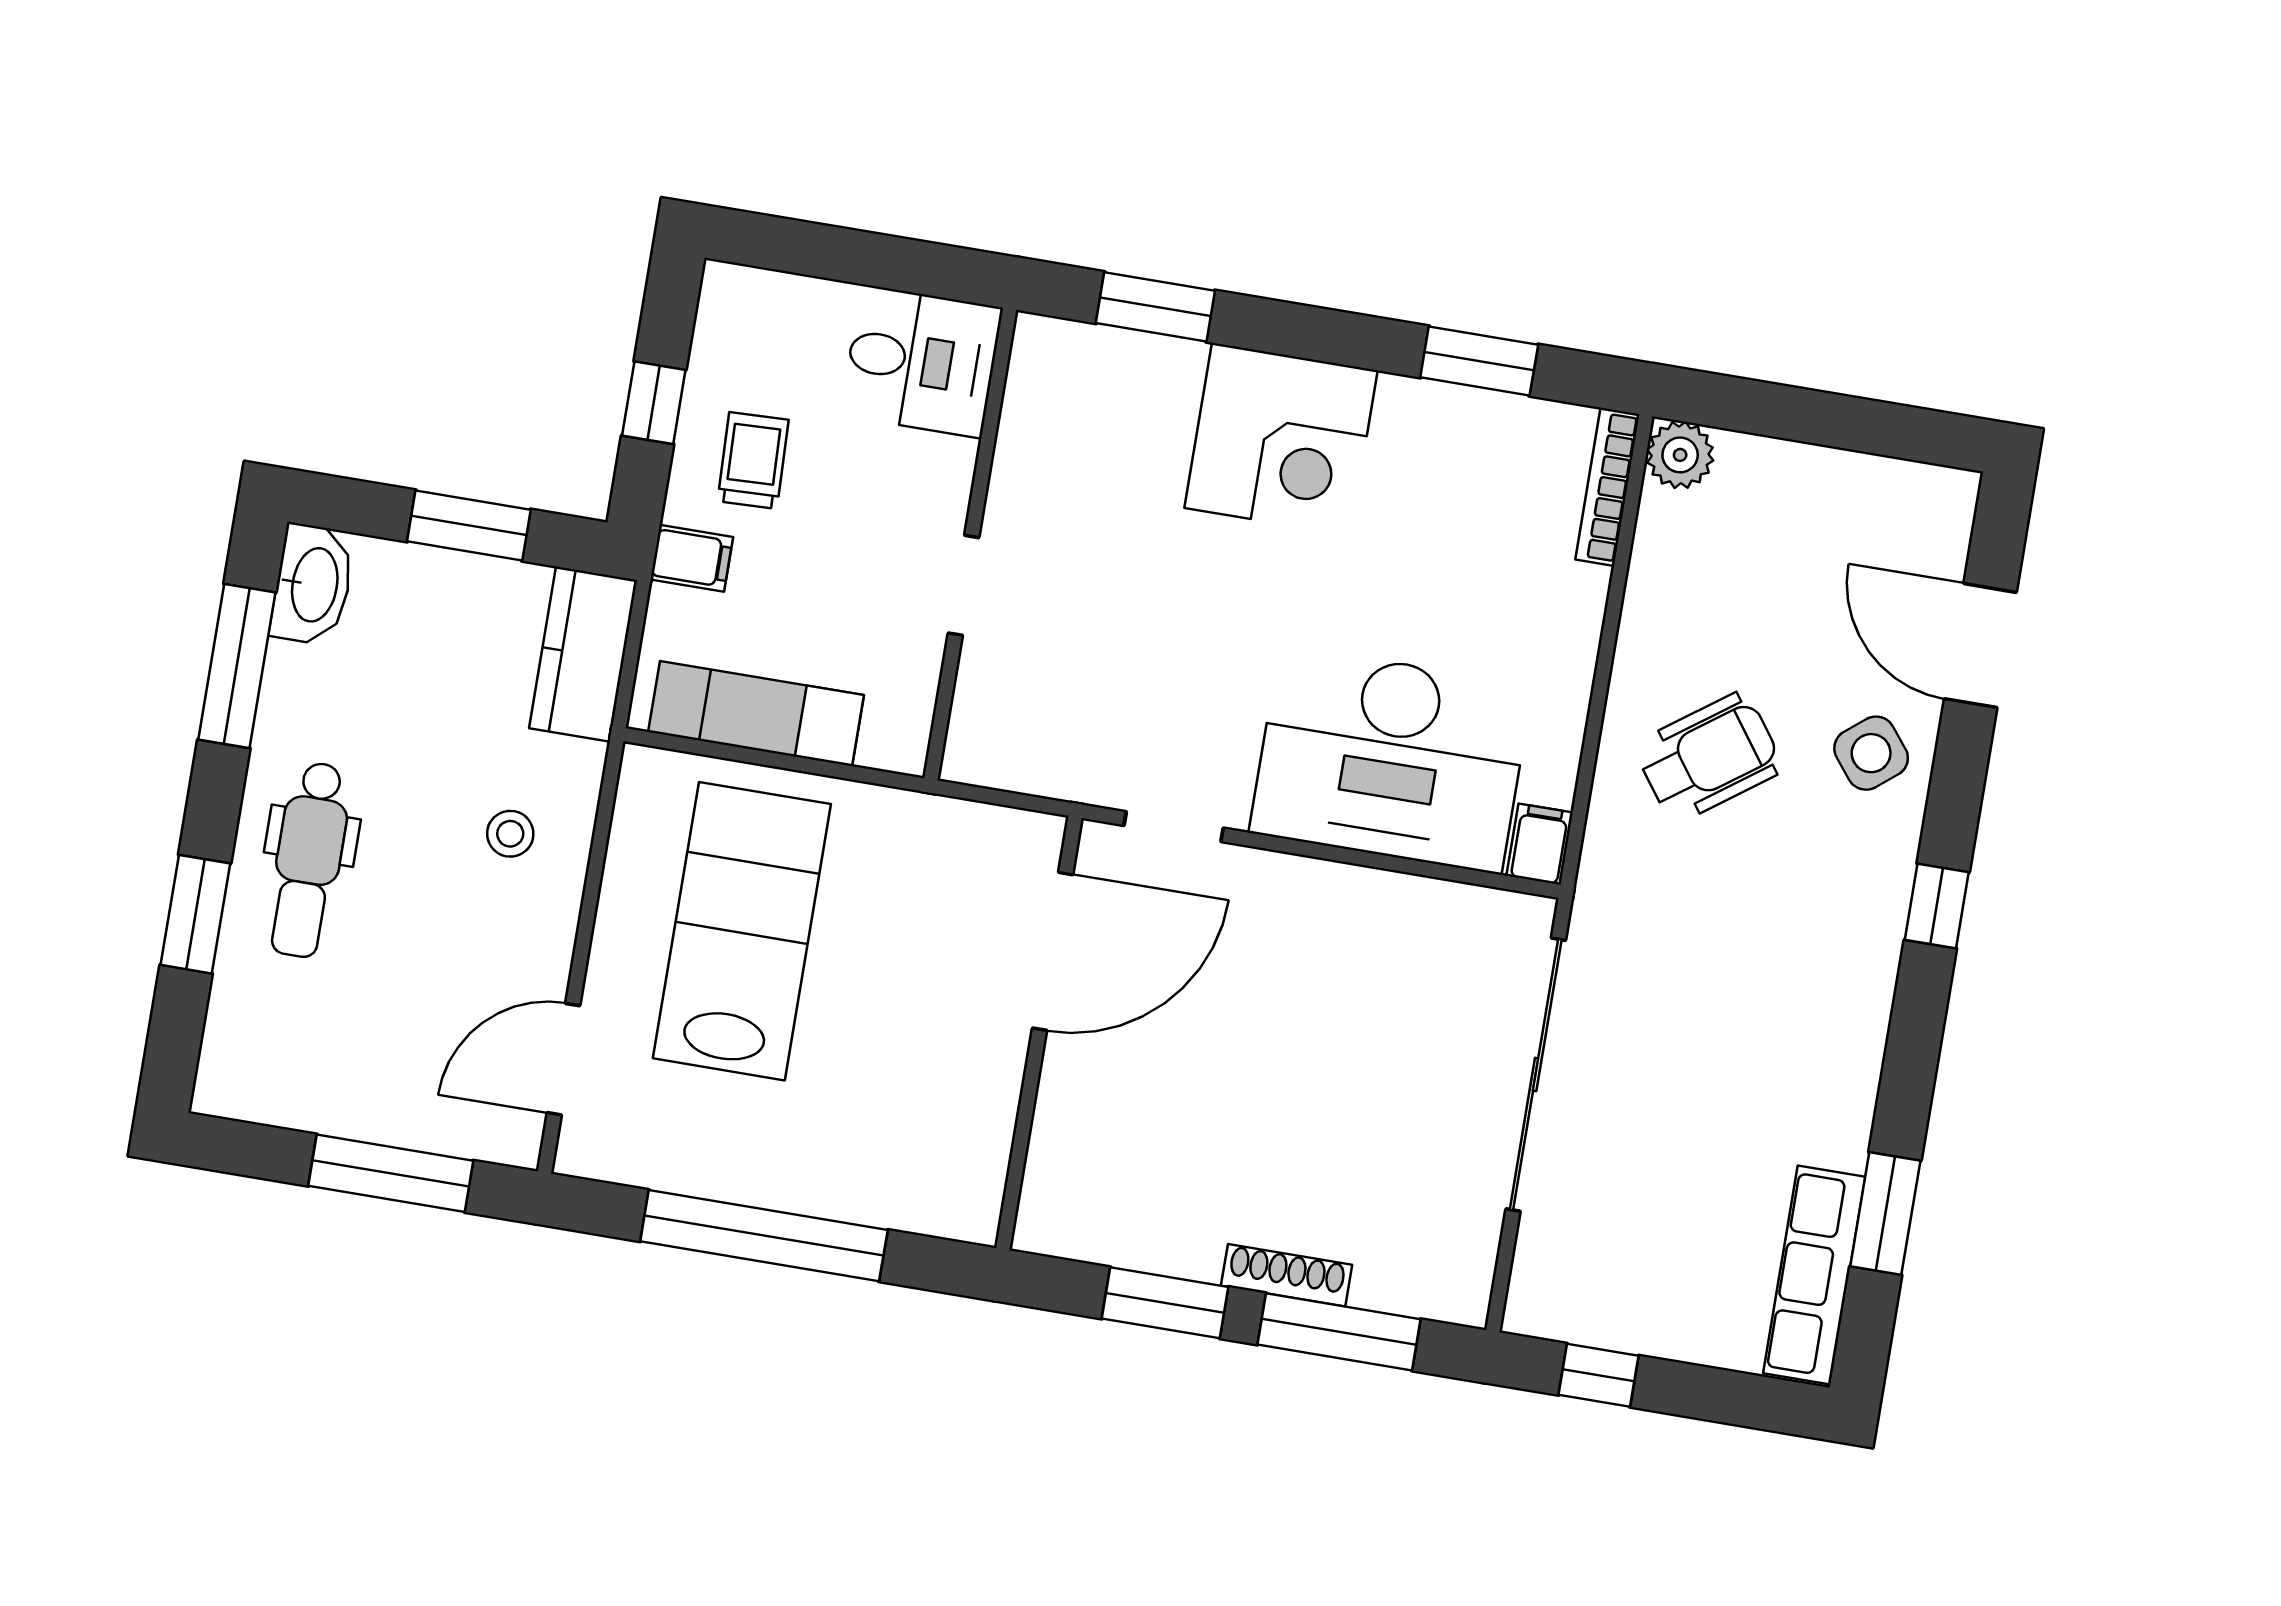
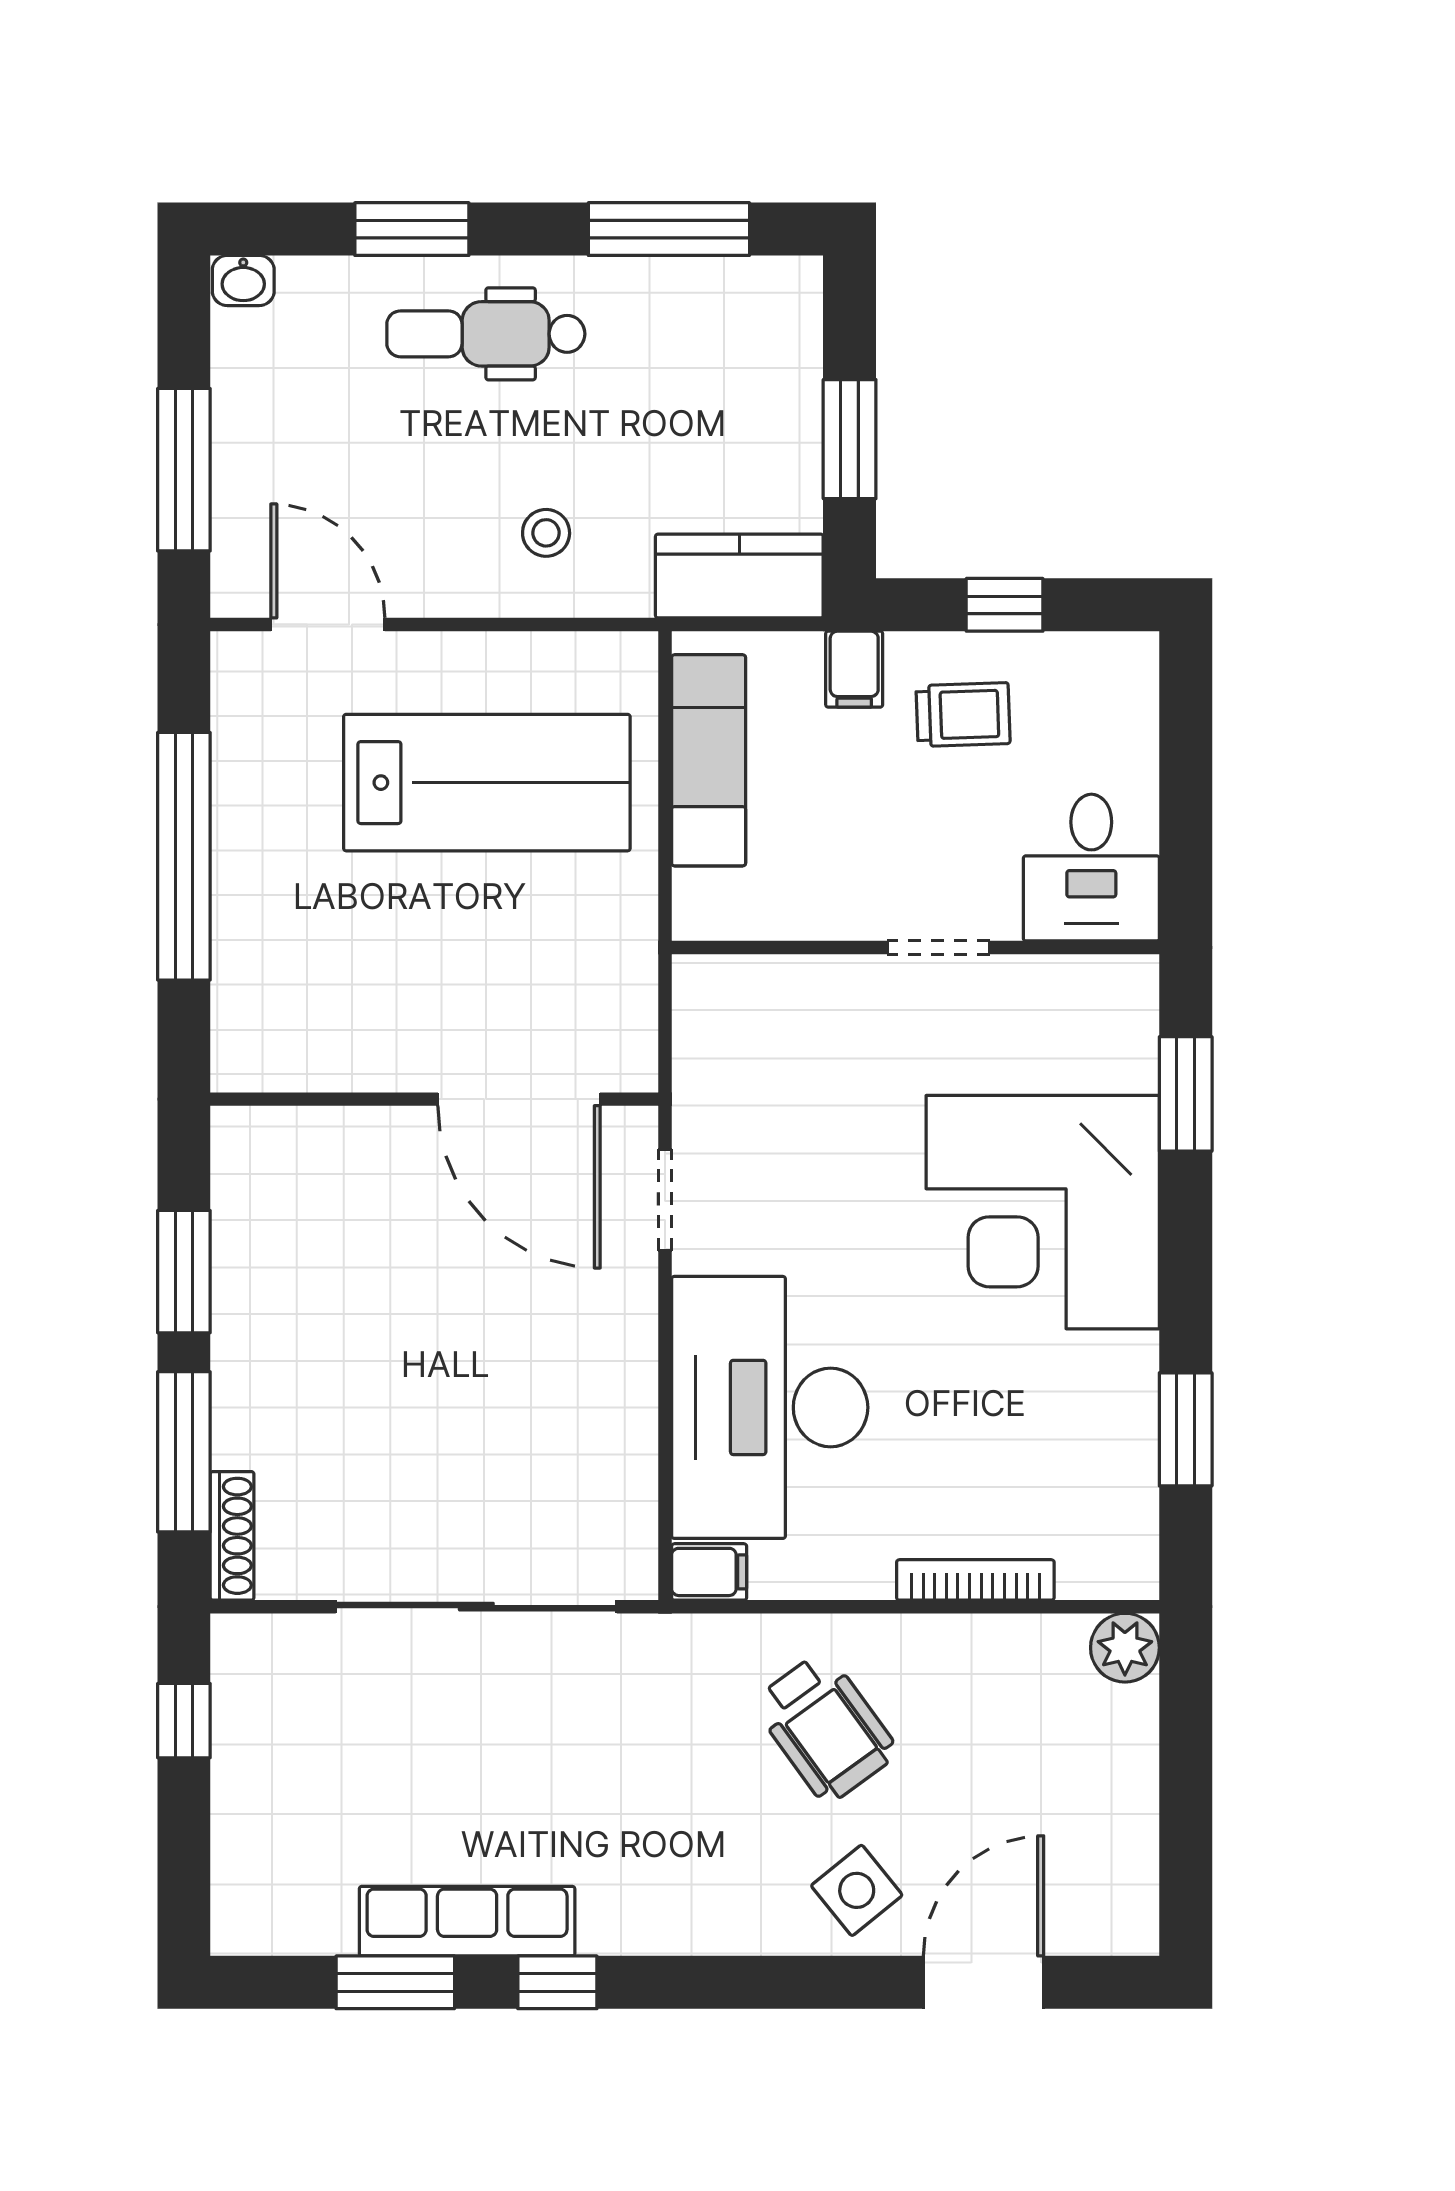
corner desk: (1281, 439) -> (1043, 1212), width x1.36, depth x1.36
bookcase: (1607, 487) -> (975, 1580), moved
washbasin: (313, 584) -> (243, 281), moved, width x0.52, depth x0.69
doorway: (963, 585) -> (939, 948), moved
window: (1937, 906) -> (557, 1982), moved
shoe rack: (1287, 1275) -> (232, 1536), moved
row of seats: (1814, 1275) -> (467, 1921), moved

